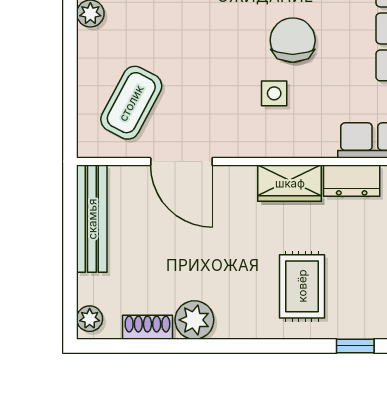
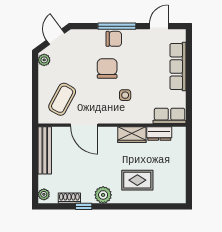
chair: (293, 40) -> (107, 68), moved
rug: (302, 286) -> (137, 180), turned 90
plant: (194, 320) -> (103, 195), moved
window: (355, 346) -> (84, 206), moved

